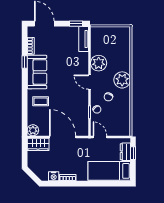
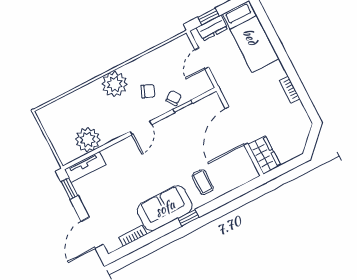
window: (25, 62) -> (188, 218), moved
plant: (99, 63) -> (88, 139), moved
plant: (33, 130) -> (249, 172), removed
door: (100, 137) -> (202, 59), moved
nightstand: (54, 176) -> (298, 110), removed

